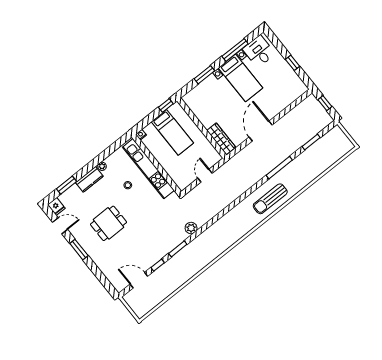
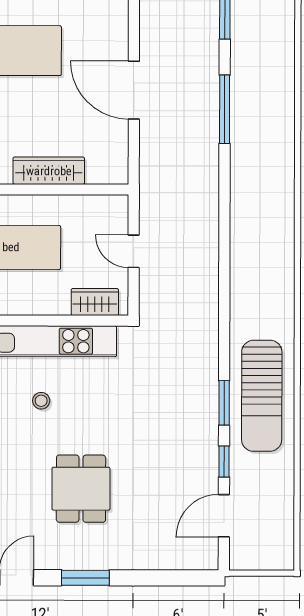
wardrobe: (221, 139) -> (49, 171), moved
wardrobe: (177, 176) -> (95, 302), added
sun lounger: (270, 199) -> (262, 396), moved, width x1.36, depth x1.34
plant: (191, 228) -> (206, 350), removed

